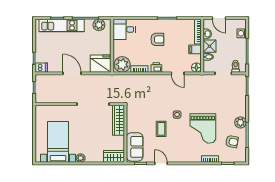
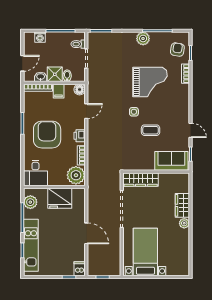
armchair: (157, 39) -> (47, 135), width x1.88, depth x1.88
fridge: (101, 64) -> (60, 198), moved, turned -90
door: (72, 73) -> (86, 233), swing flipped
bed with nightstands: (58, 142) -> (145, 252), moved, turned 90
armchair: (232, 142) -> (177, 50), moved
wardrobe: (114, 156) -> (182, 205), moved
door: (161, 163) -> (190, 130), swing flipped

